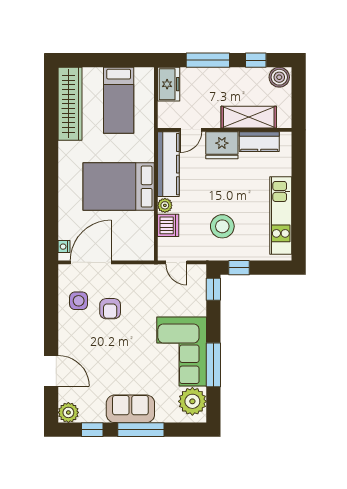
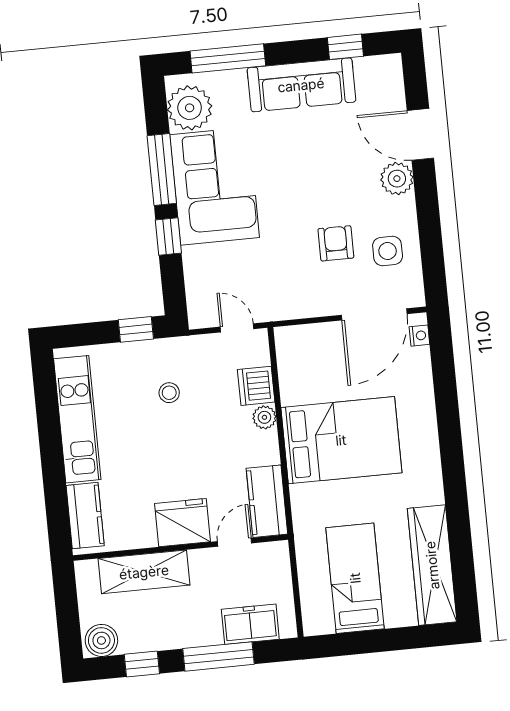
freezer: (169, 84) -> (250, 624), moved, turned 90
kitchen counter: (259, 142) -> (85, 516), moved, turned 90
kitchen counter: (168, 164) -> (267, 501), width x0.67
stool: (222, 226) -> (169, 393), width x0.53, depth x0.53
window: (213, 289) -> (168, 236), moved
sofa: (130, 409) -> (301, 85), width x1.36
plant: (68, 412) -> (397, 179), moved
window: (141, 430) -> (228, 58), moved

